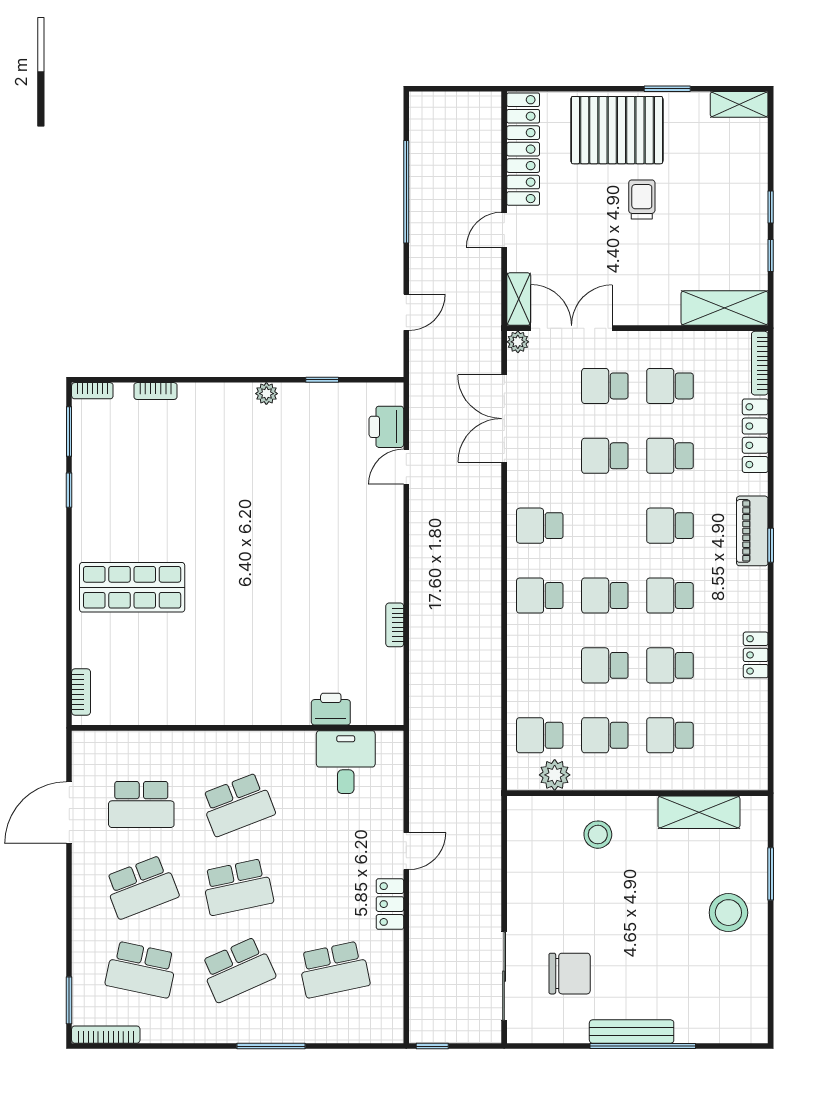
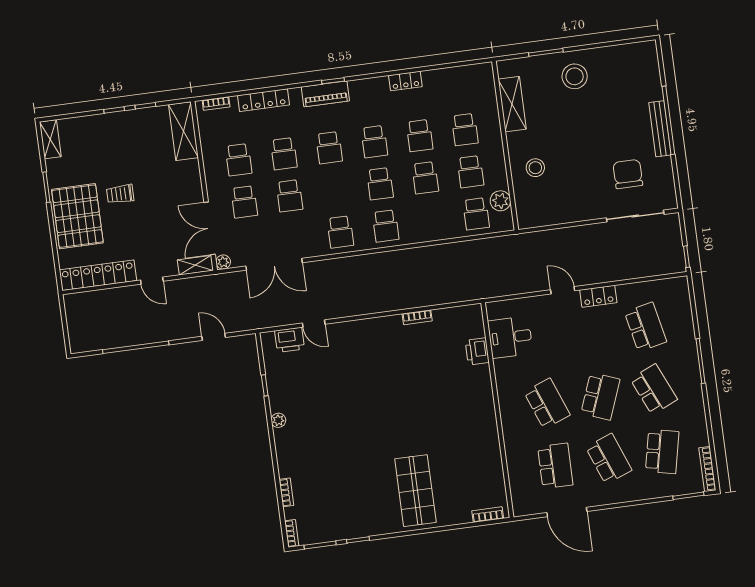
bookcase: (760, 363) -> (216, 104), width x0.64
school desk: (238, 887) -> (600, 396), turned 33

